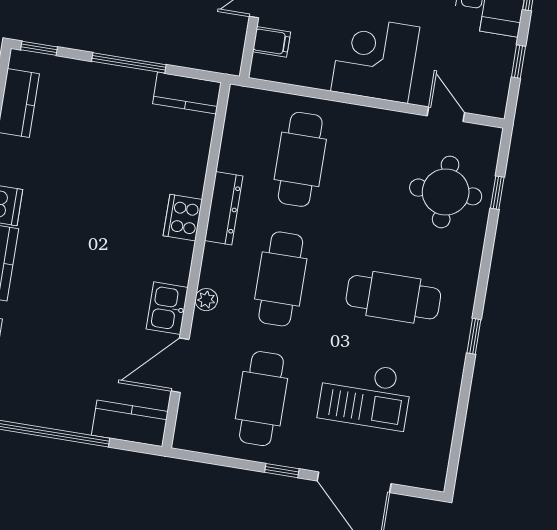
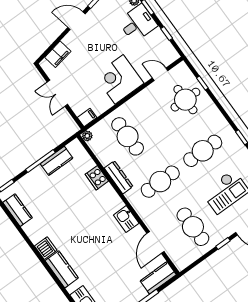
filing cabinet: (272, 42) -> (87, 117), moved
kitchen counter: (187, 93) -> (57, 161), moved
cooker: (183, 218) -> (97, 178), moved
cafe table: (281, 279) -> (160, 182), turned 90
plant: (206, 300) -> (87, 136), moved
kitchen sink: (167, 308) -> (126, 219), moved

